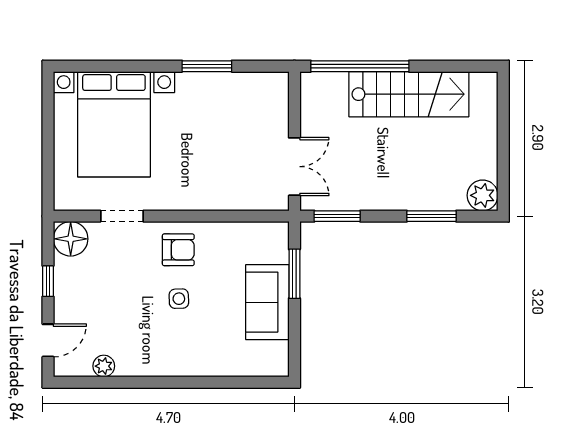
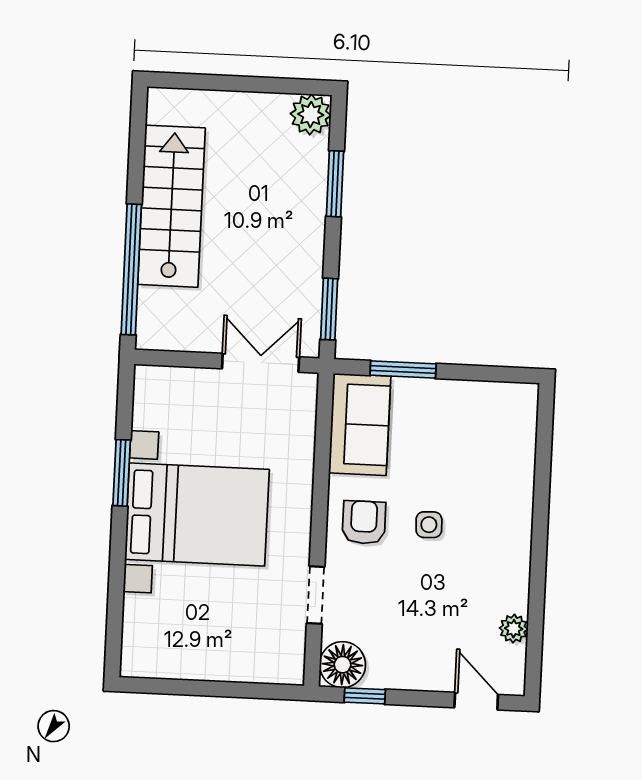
bed with nightstands: (114, 124) -> (197, 514), moved
window: (48, 281) -> (365, 696), moved
sofa: (267, 302) -> (360, 424), moved, turned -90

